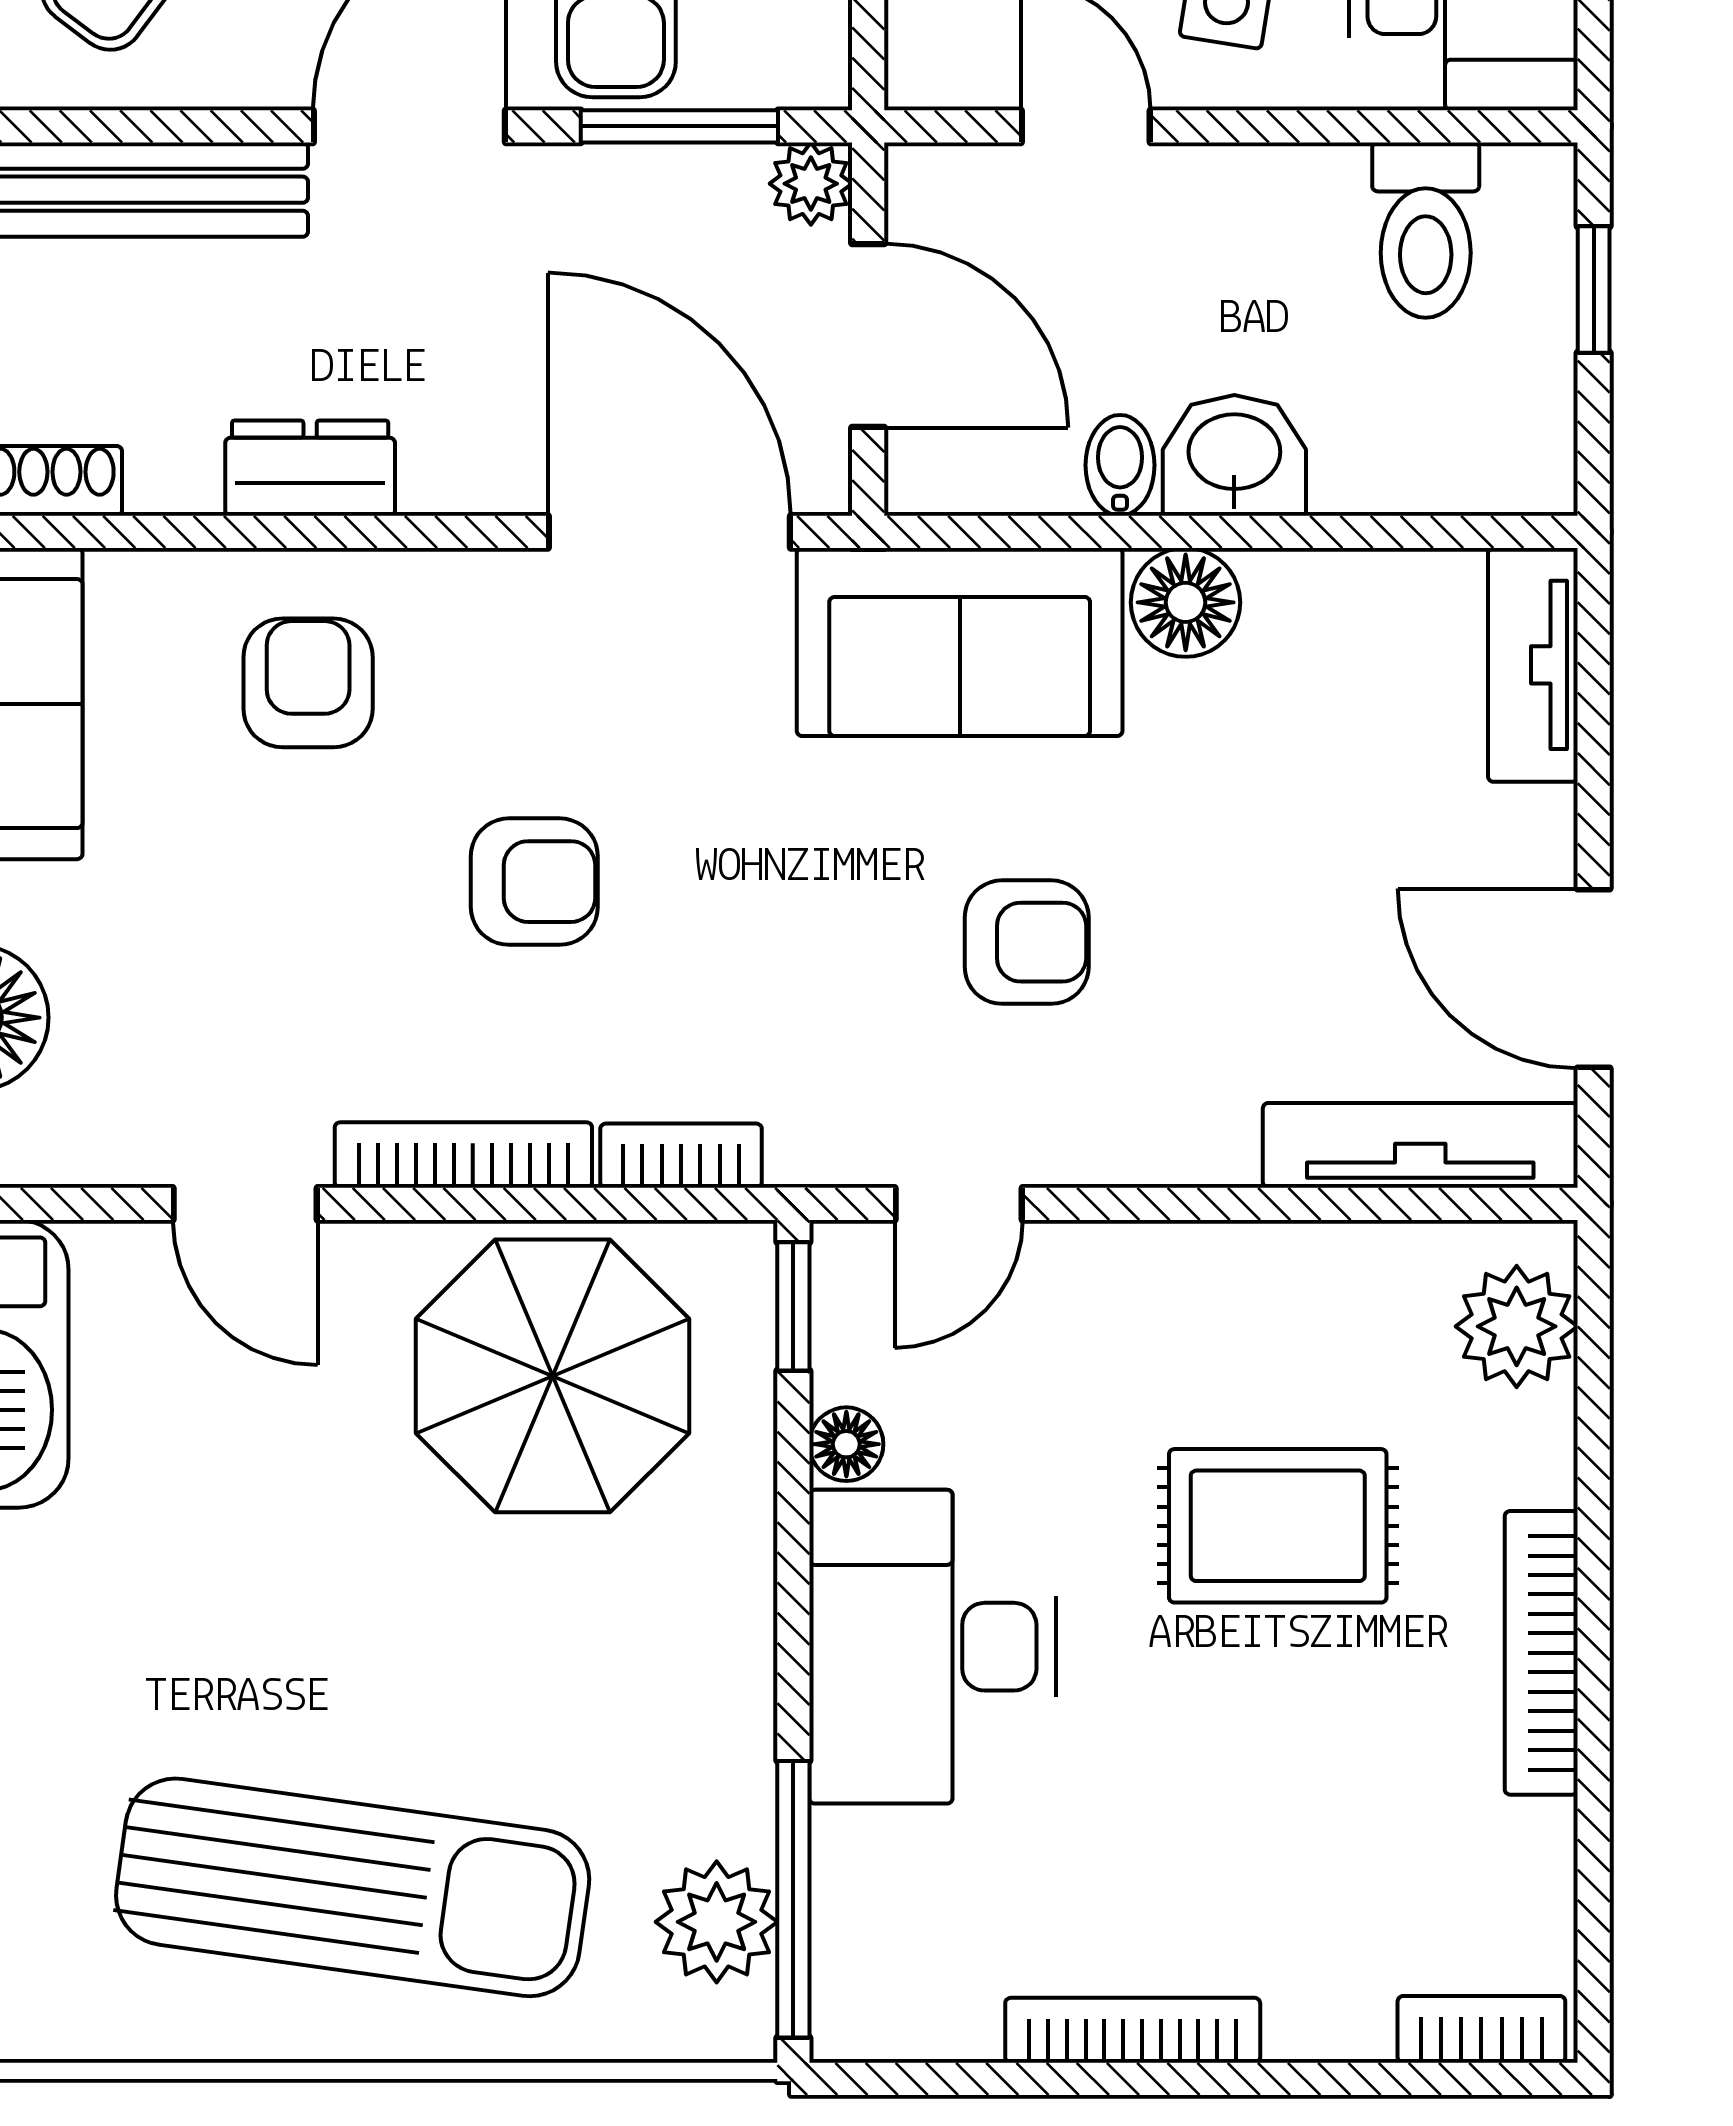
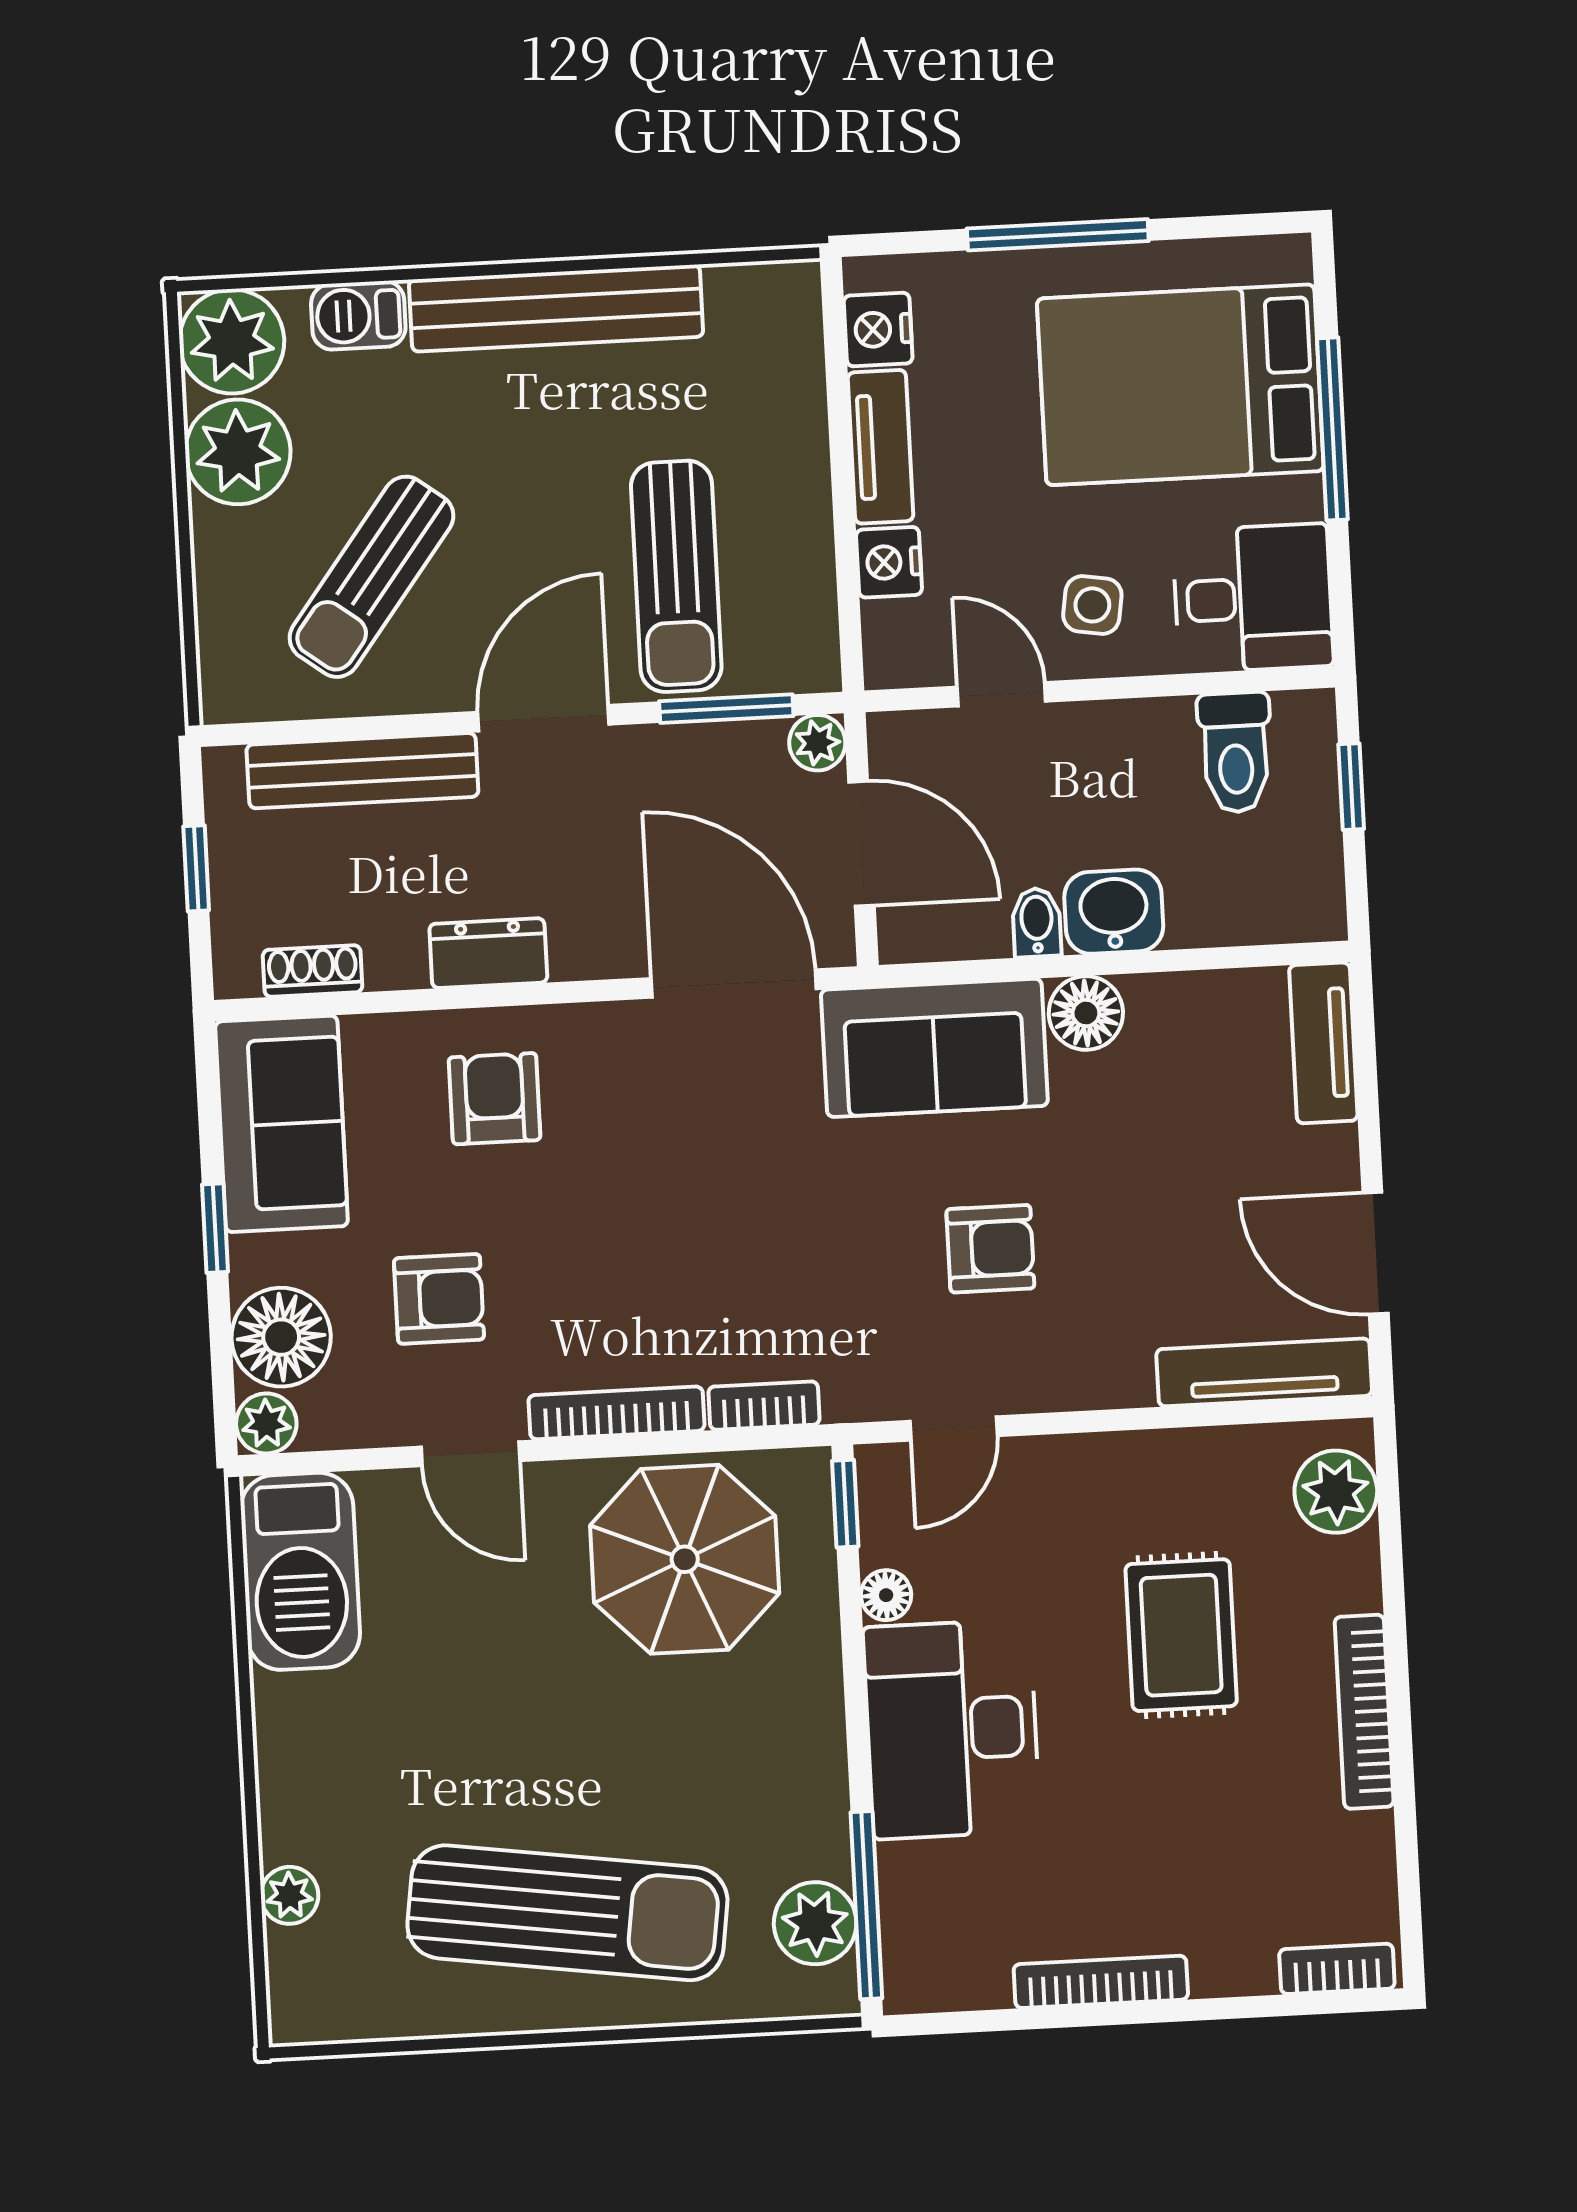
armchair: (534, 882) -> (439, 1299), moved
rug: (1278, 1526) -> (1181, 1635), turned 90

